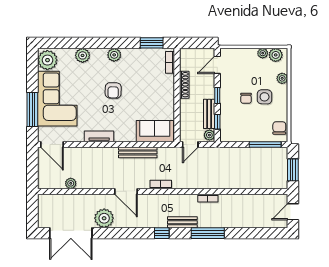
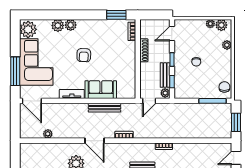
plant: (114, 55) -> (71, 25), moved
side table: (265, 97) -> (212, 61), removed
sofa: (155, 131) -> (101, 90), moved

